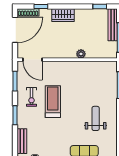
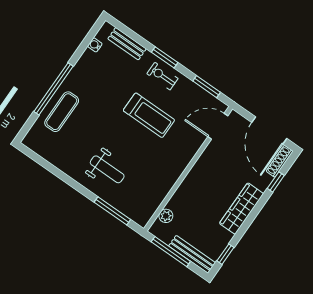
wardrobe: (63, 15) -> (241, 209), width x1.50
plant: (81, 54) -> (166, 216), moved
exercise bike: (32, 97) -> (162, 76), moved
weight bench: (96, 118) -> (107, 169), moved

